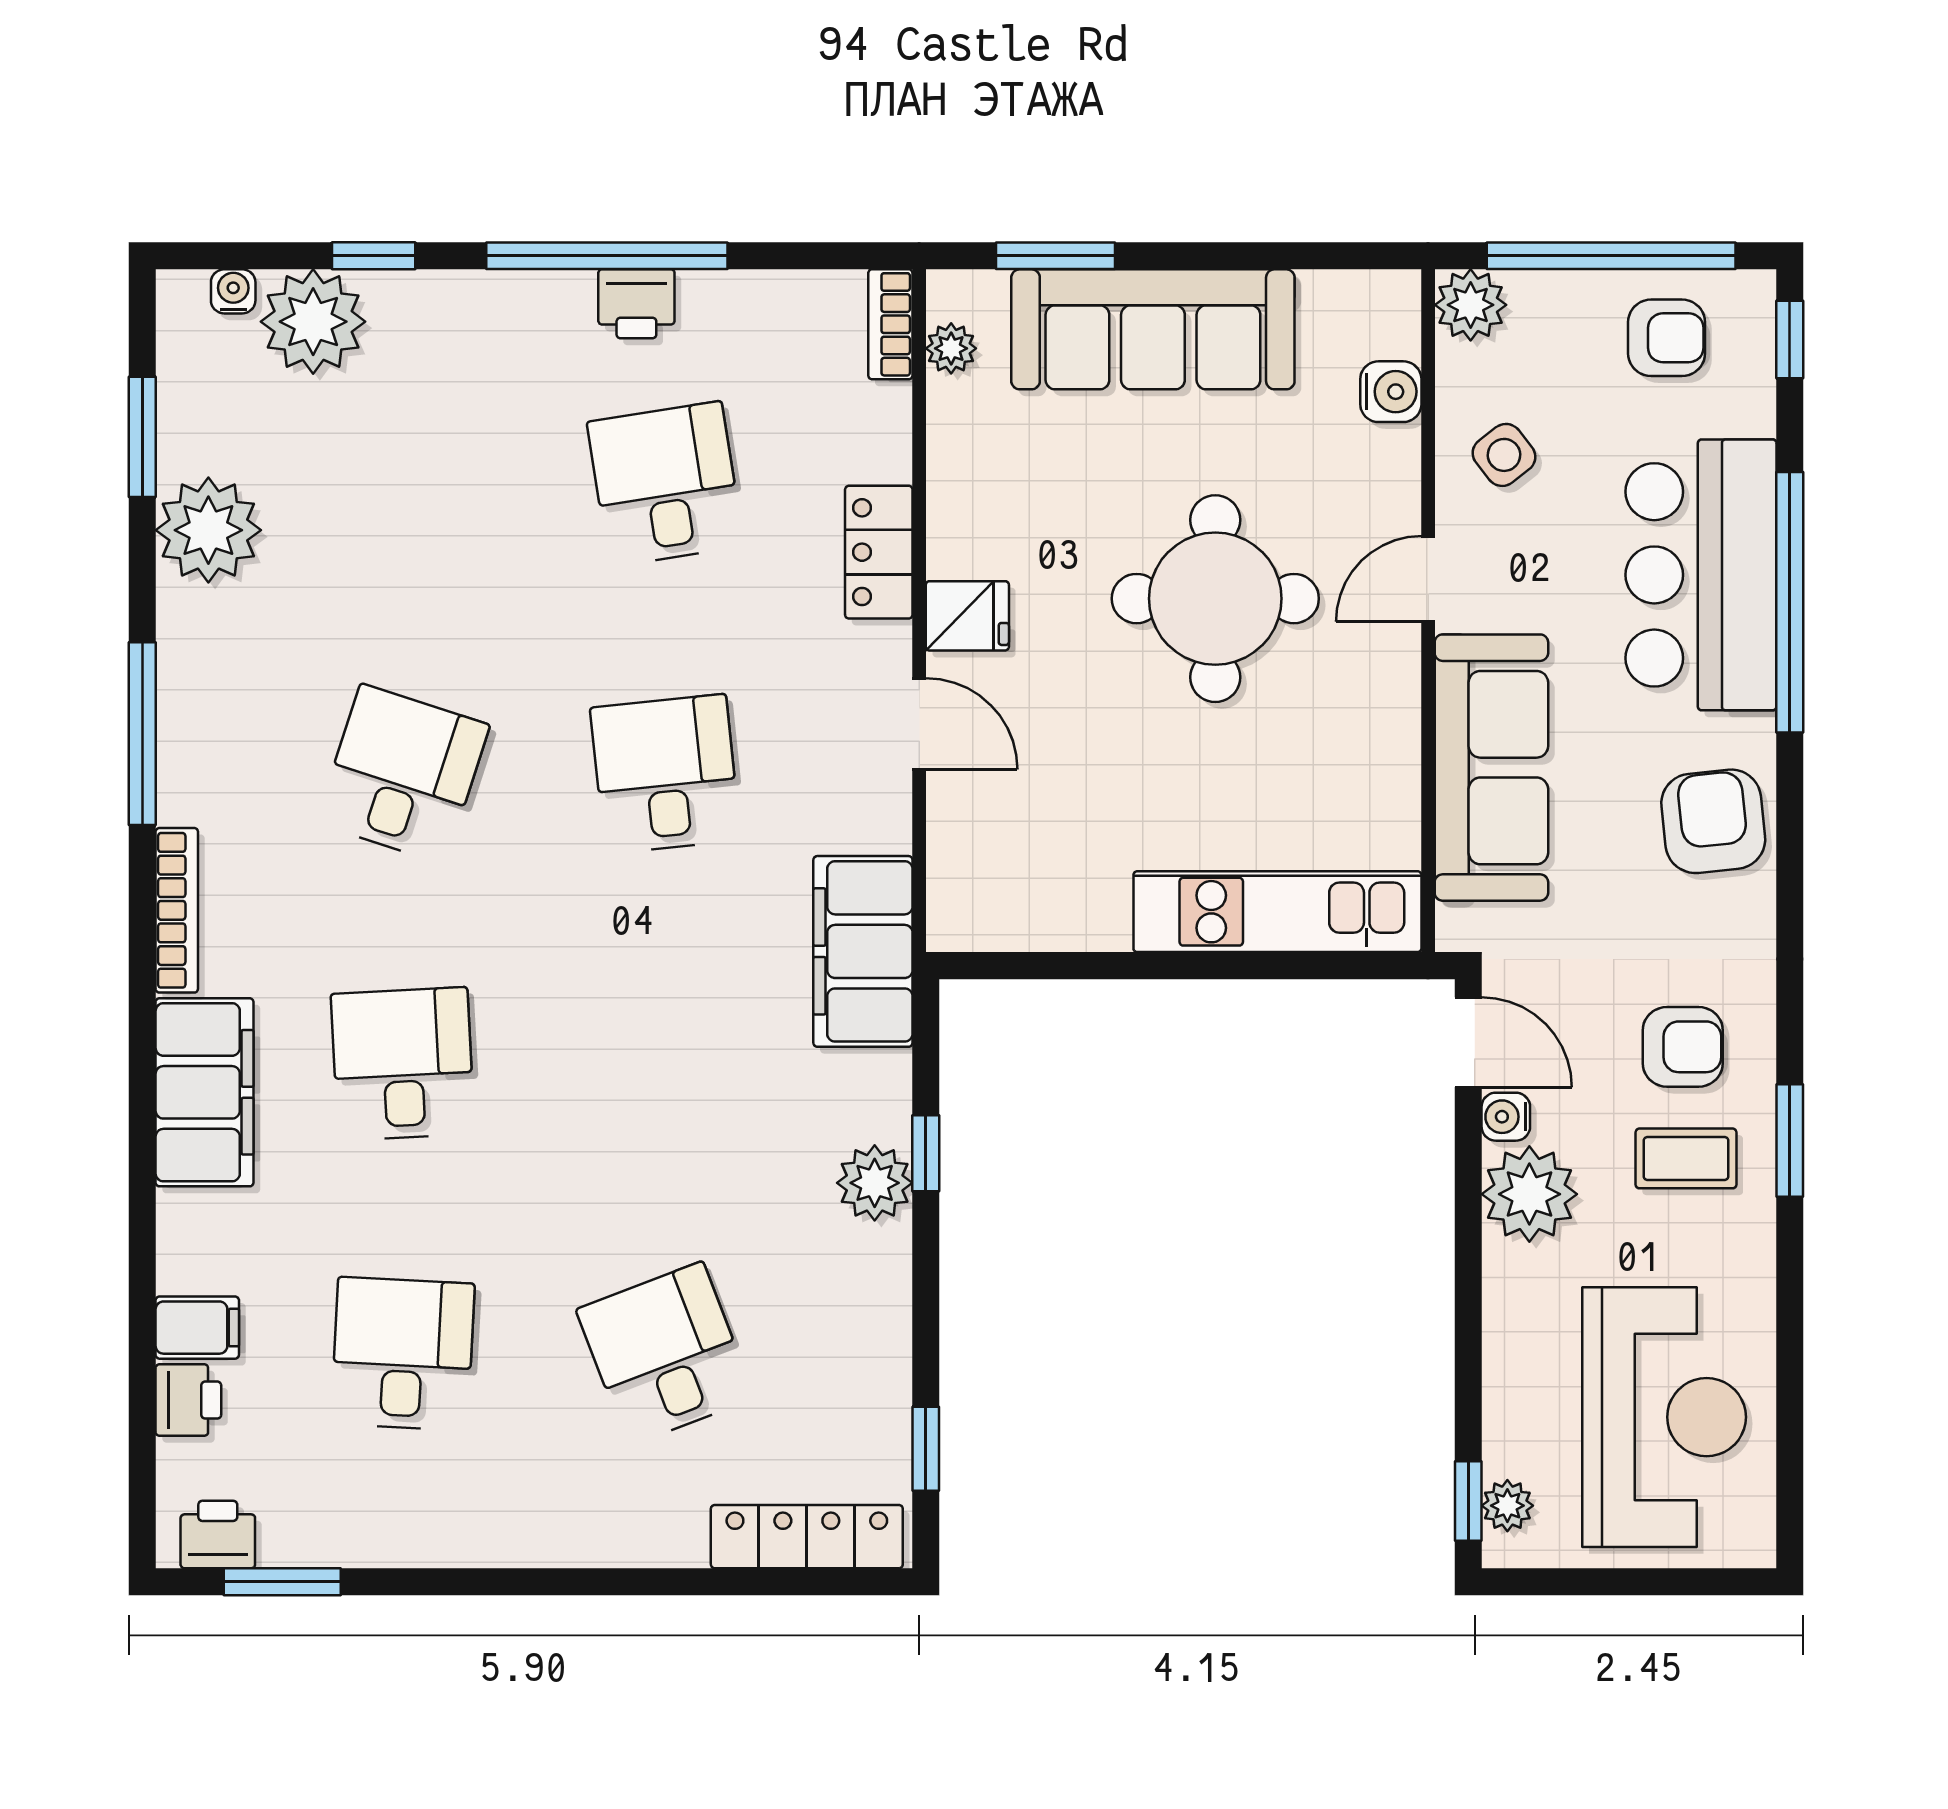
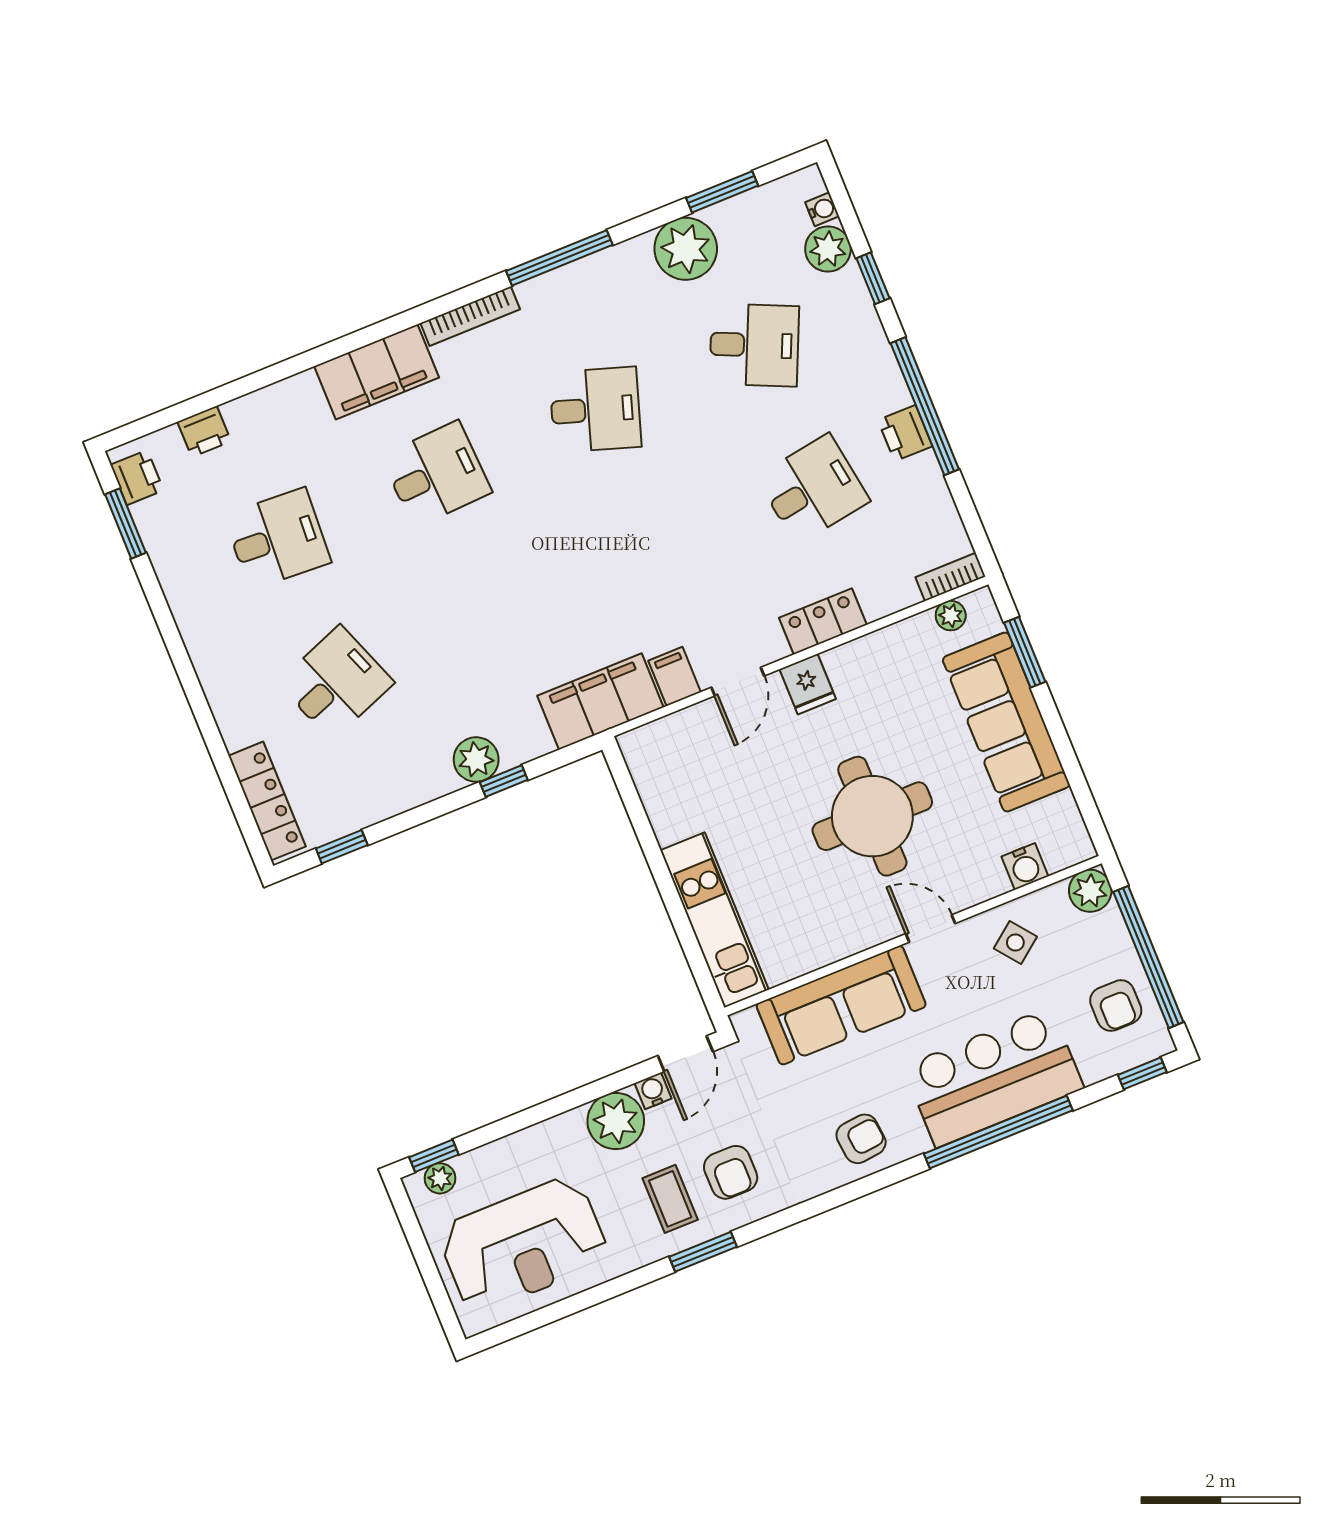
plant: (313, 322) -> (828, 249), width x0.73, depth x0.73
desk: (665, 774) -> (754, 345), moved, turned 30
armchair: (1713, 821) -> (861, 1139), width x0.72, depth x0.72
filing cabinet: (197, 1328) -> (675, 676), moved, turned 180

